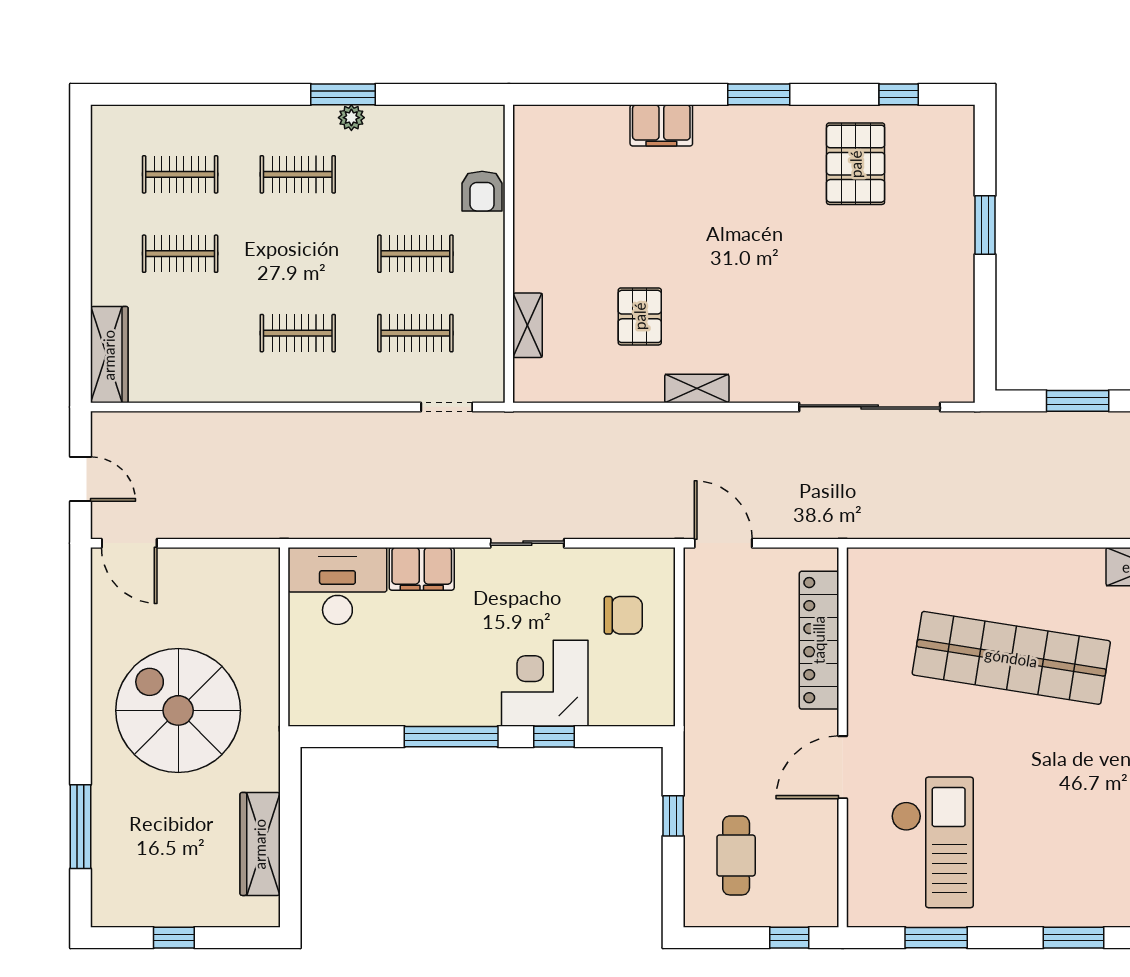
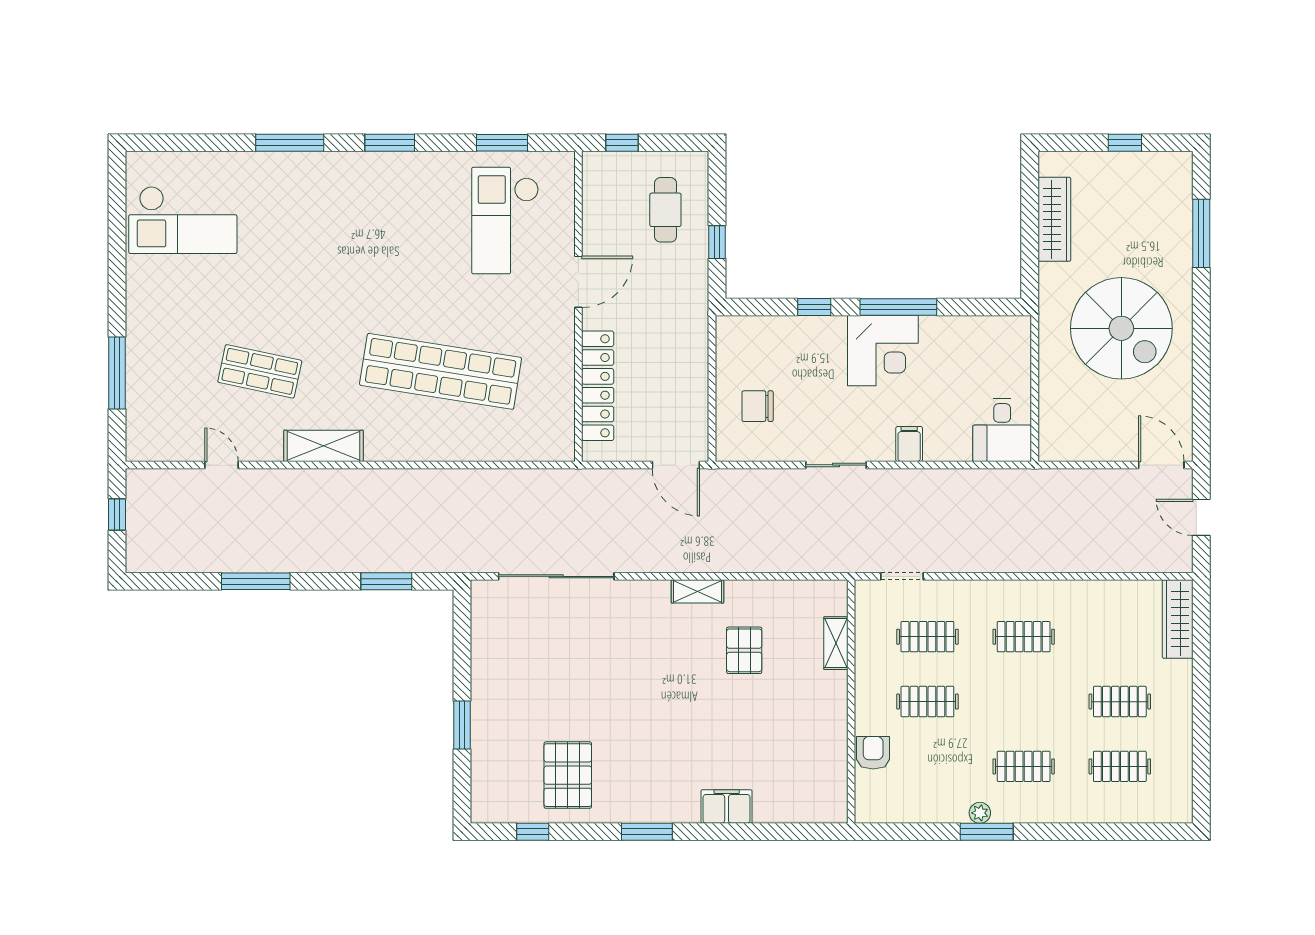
filing cabinet: (422, 569) -> (909, 444), width x0.50
desk: (337, 586) -> (1002, 430), width x0.73
corner desk: (545, 683) -> (883, 351), moved

